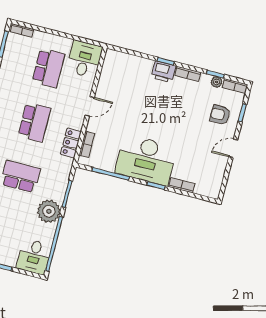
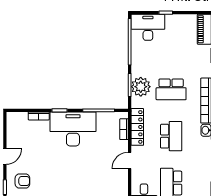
school desk: (34, 122) -> (171, 136), turned 180
locker: (71, 143) -> (137, 127), width x1.53
plant: (49, 211) -> (141, 87), moved
desk: (34, 257) -> (148, 27), width x1.37

